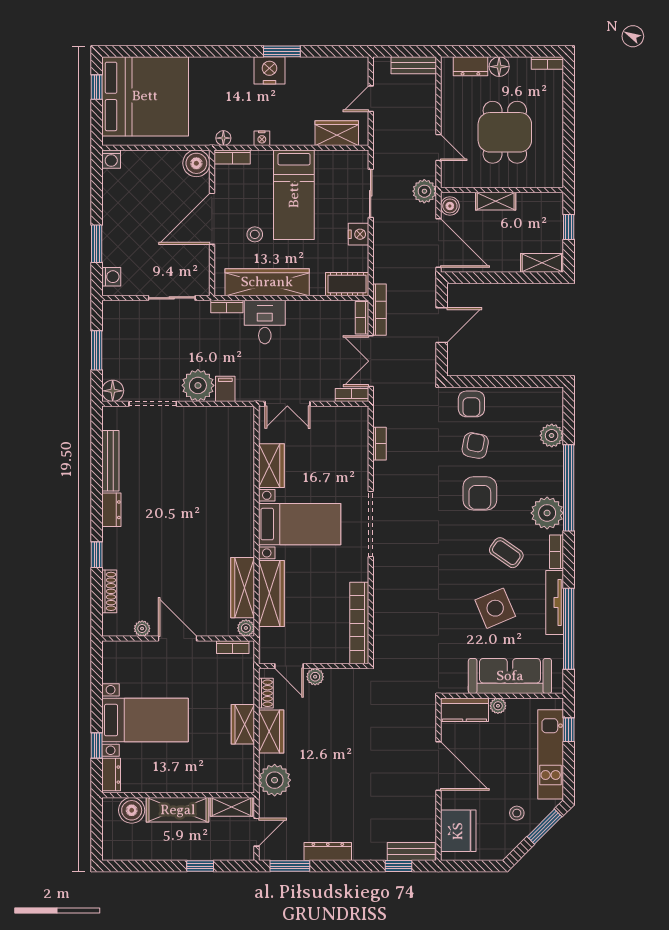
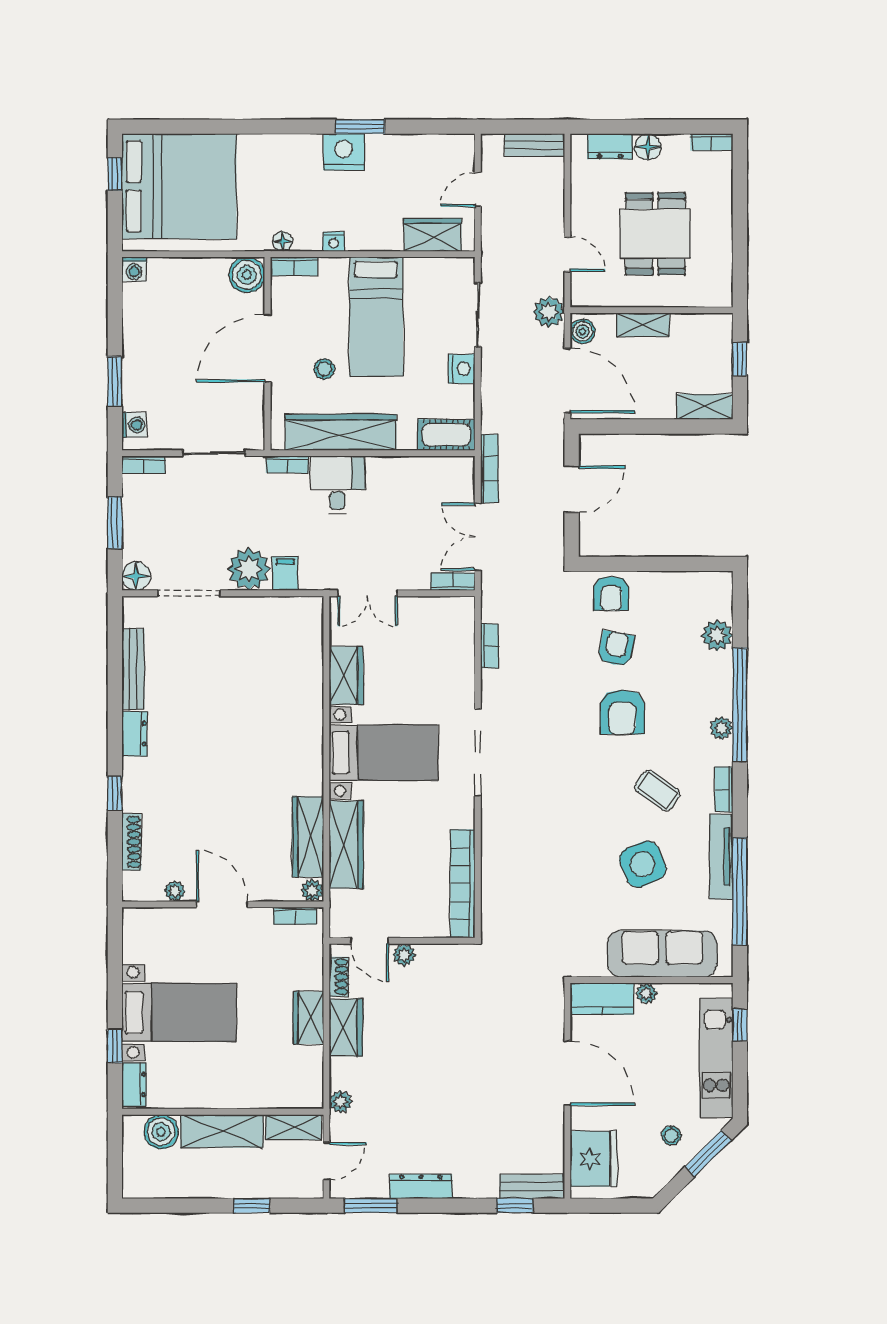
bookcase: (362, 318) -> (143, 465), moved, turned -90
plant: (547, 513) -> (721, 728), width x0.53, depth x0.53
plant: (275, 780) -> (341, 1102), width x0.53, depth x0.53

